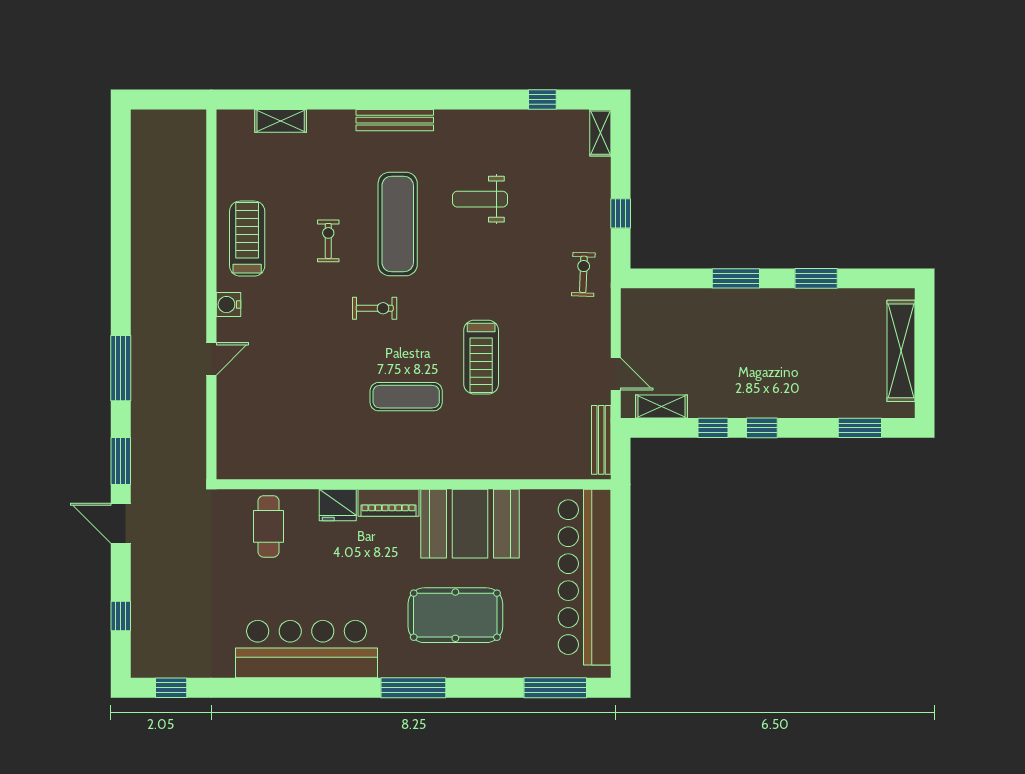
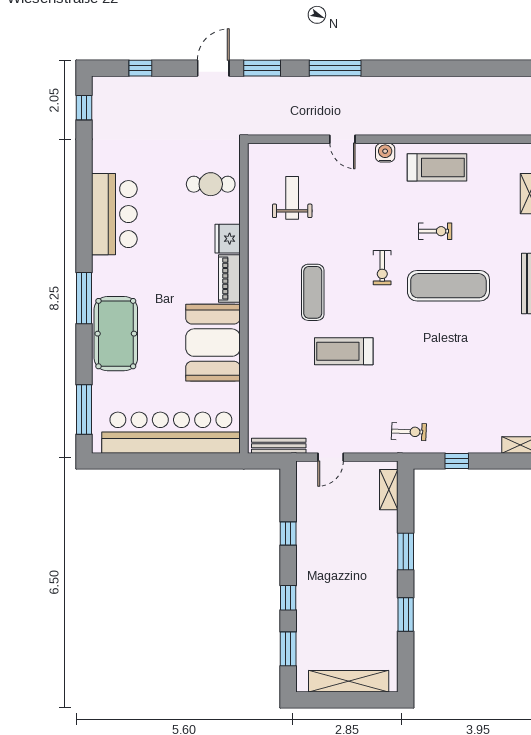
weight bench: (480, 199) -> (292, 198), moved
shelving: (662, 406) -> (389, 490), moved
window: (762, 428) -> (288, 598), moved
pool table: (455, 615) -> (116, 334), moved
bar counter: (307, 649) -> (114, 214), width x0.73

